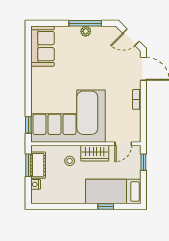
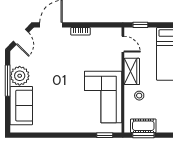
plant: (86, 31) -> (20, 76), width x1.88, depth x1.88
sofa: (42, 46) -> (21, 106), moved, turned 90
corner sofa: (68, 116) -> (103, 97), width x0.73, depth x0.74
nightstand: (36, 184) -> (162, 128), removed

